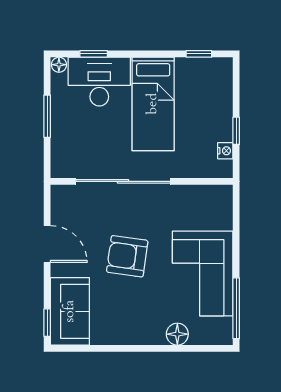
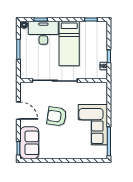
floor lamp: (177, 334) -> (81, 154), removed

